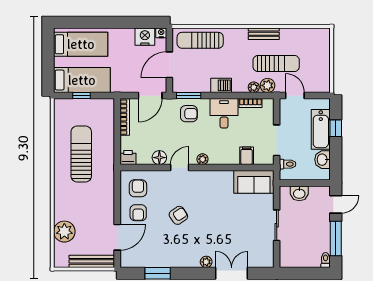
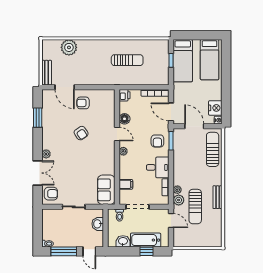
barbecue: (221, 85) -> (179, 165), removed
door: (295, 96) -> (171, 221), hinge flipped
sun lounger: (81, 154) -> (127, 60), width x0.73, depth x0.75
armchair: (138, 188) -> (51, 194), moved
bench: (92, 261) -> (47, 73), width x0.73

